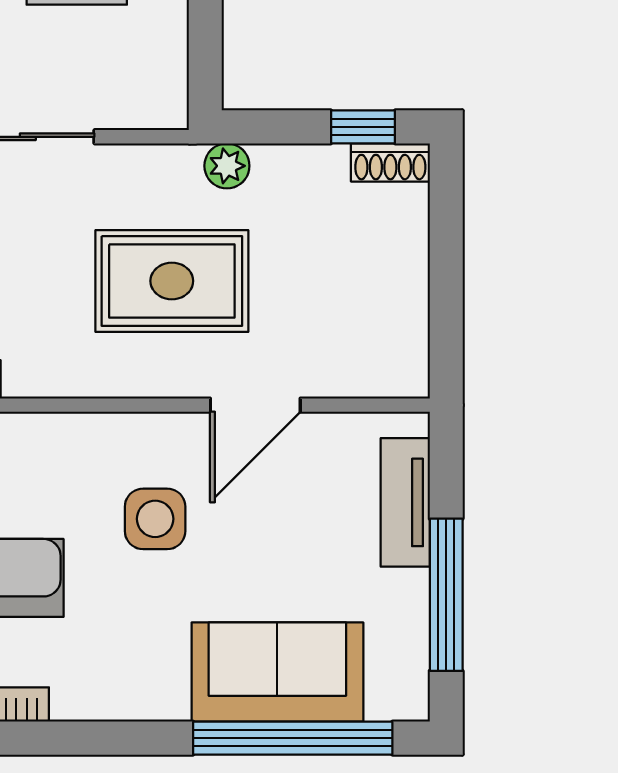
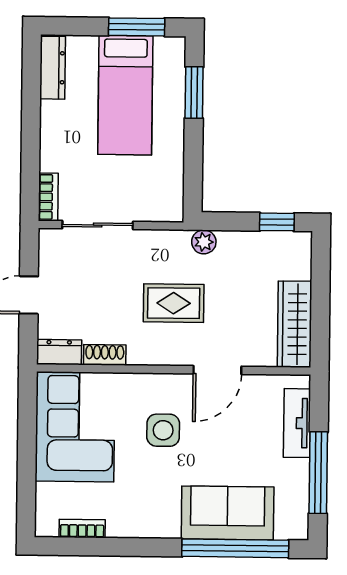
shoe rack: (390, 162) -> (105, 355), moved, turned 180
rug: (172, 281) -> (174, 303), width x0.73, depth x0.70
wardrobe: (399, 318) -> (295, 324), added

